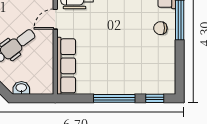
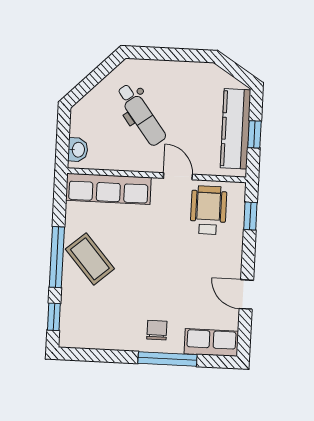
coffee table: (114, 76) -> (90, 259), added
washbasin: (21, 88) -> (78, 150), moved

